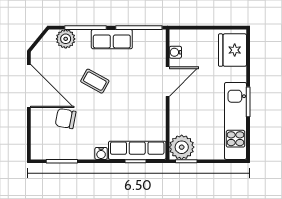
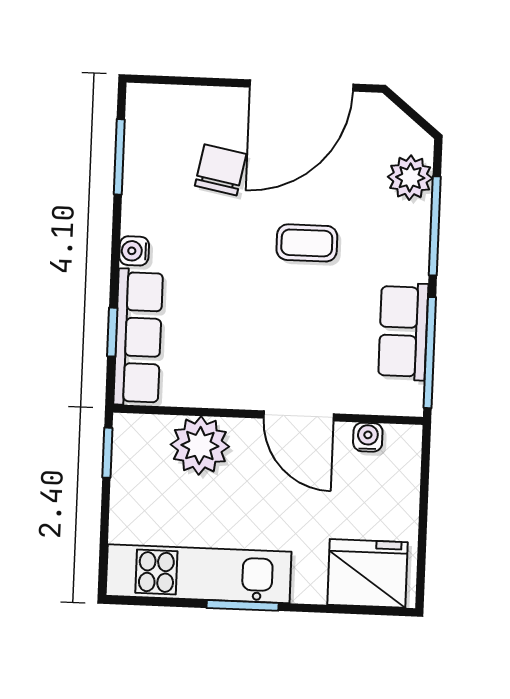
row of seats: (112, 39) -> (403, 332), moved
coffee table: (95, 81) -> (307, 243), turned 61
plant: (182, 147) -> (200, 446), moved

